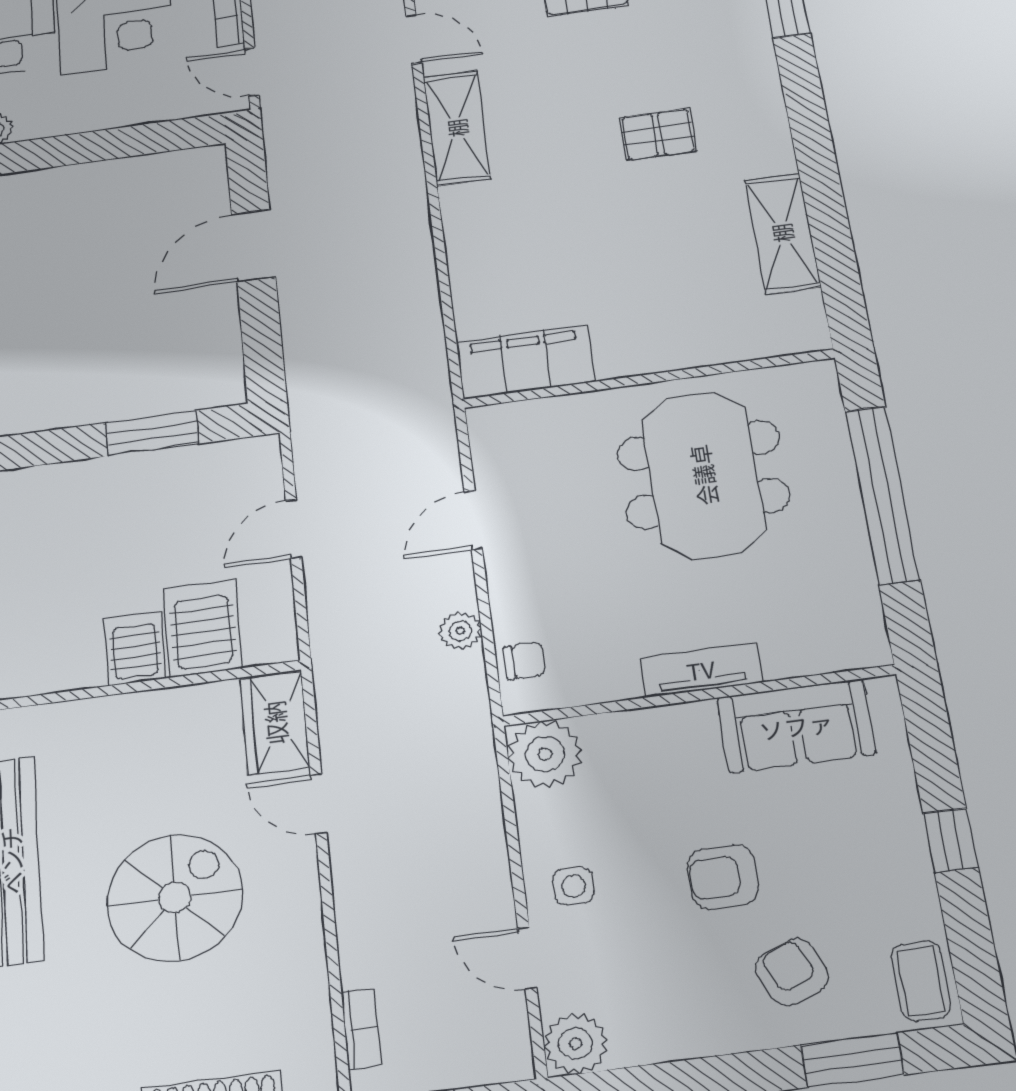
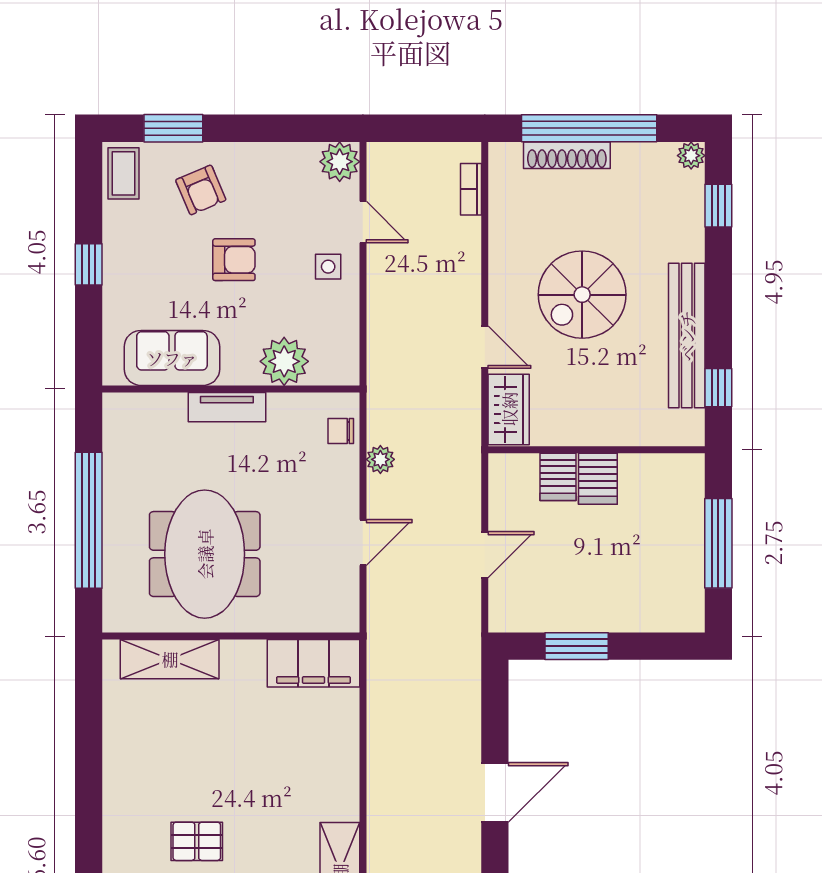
shelving: (782, 233) -> (170, 659), moved, turned 90
server rack: (203, 628) -> (558, 477), width x0.73, depth x0.70
plant: (545, 754) -> (284, 361), moved

